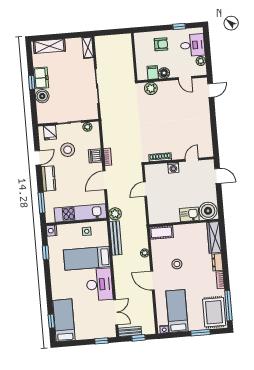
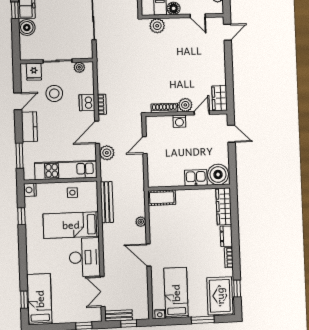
wardrobe: (206, 147) -> (220, 98), added
plant: (178, 154) -> (185, 105), added
plant: (115, 214) -> (107, 153), moved
stool: (177, 264) -> (178, 236), removed
window: (228, 306) -> (237, 288), width x0.46
double door: (116, 312) -> (103, 292), swing flipped

